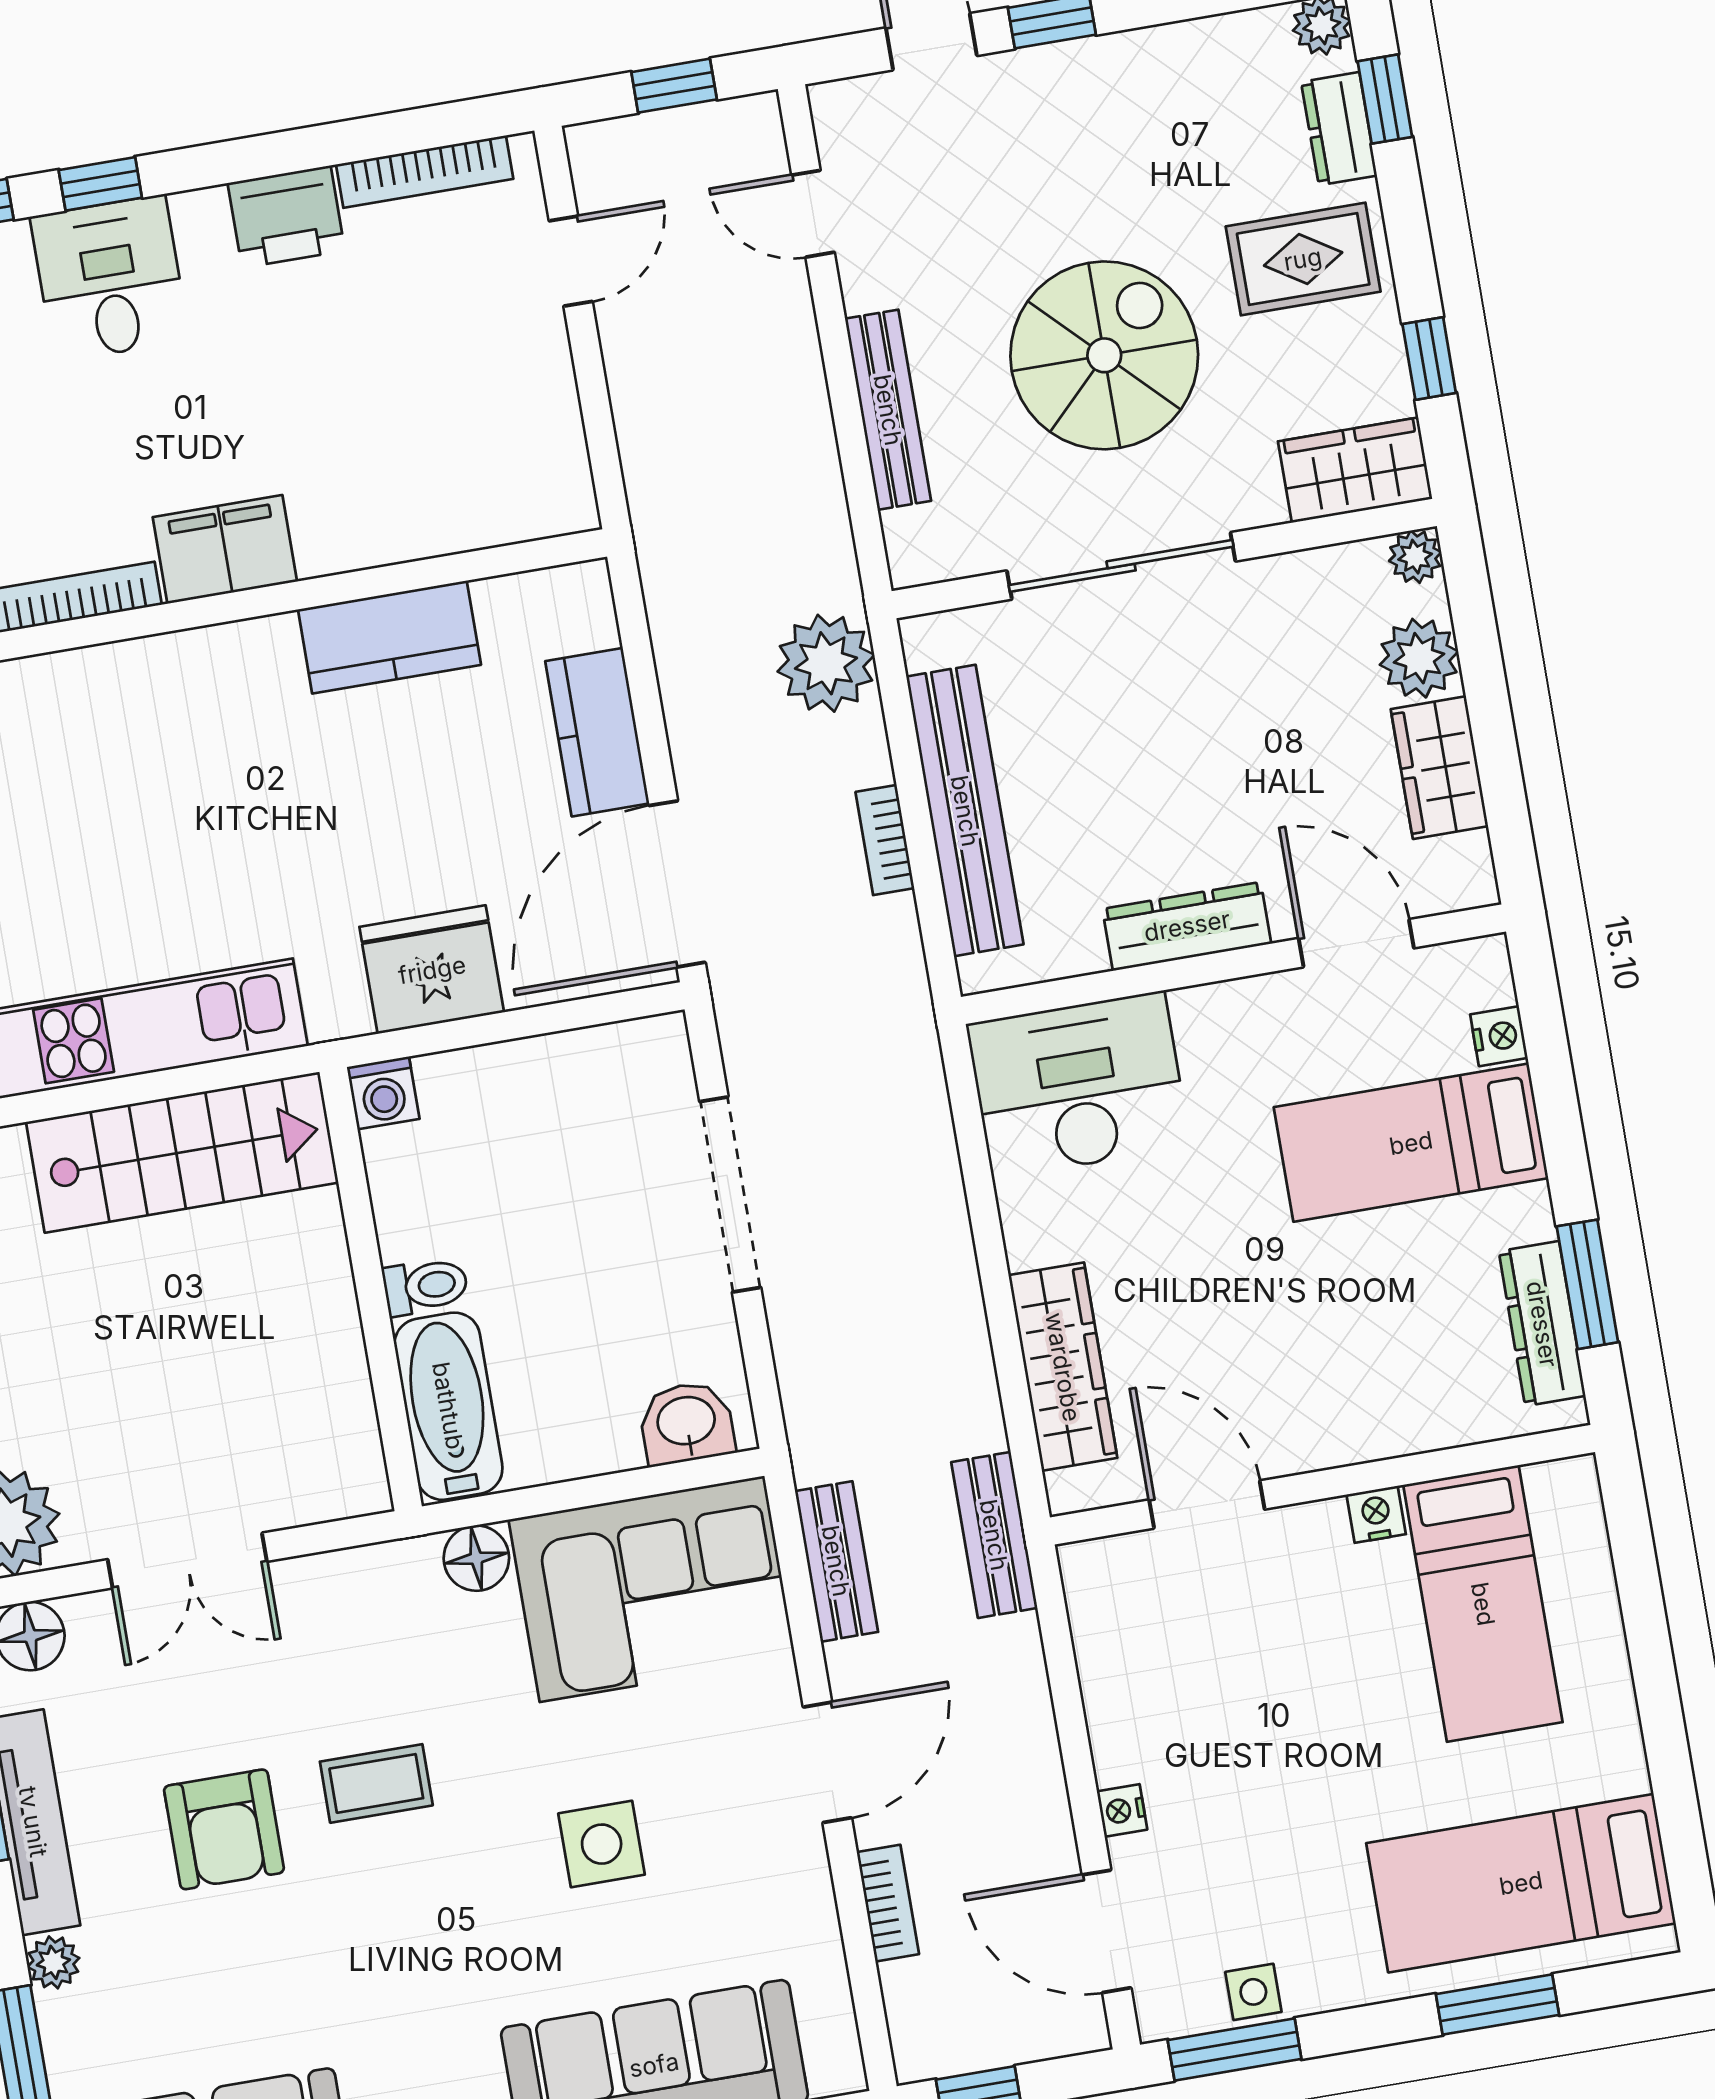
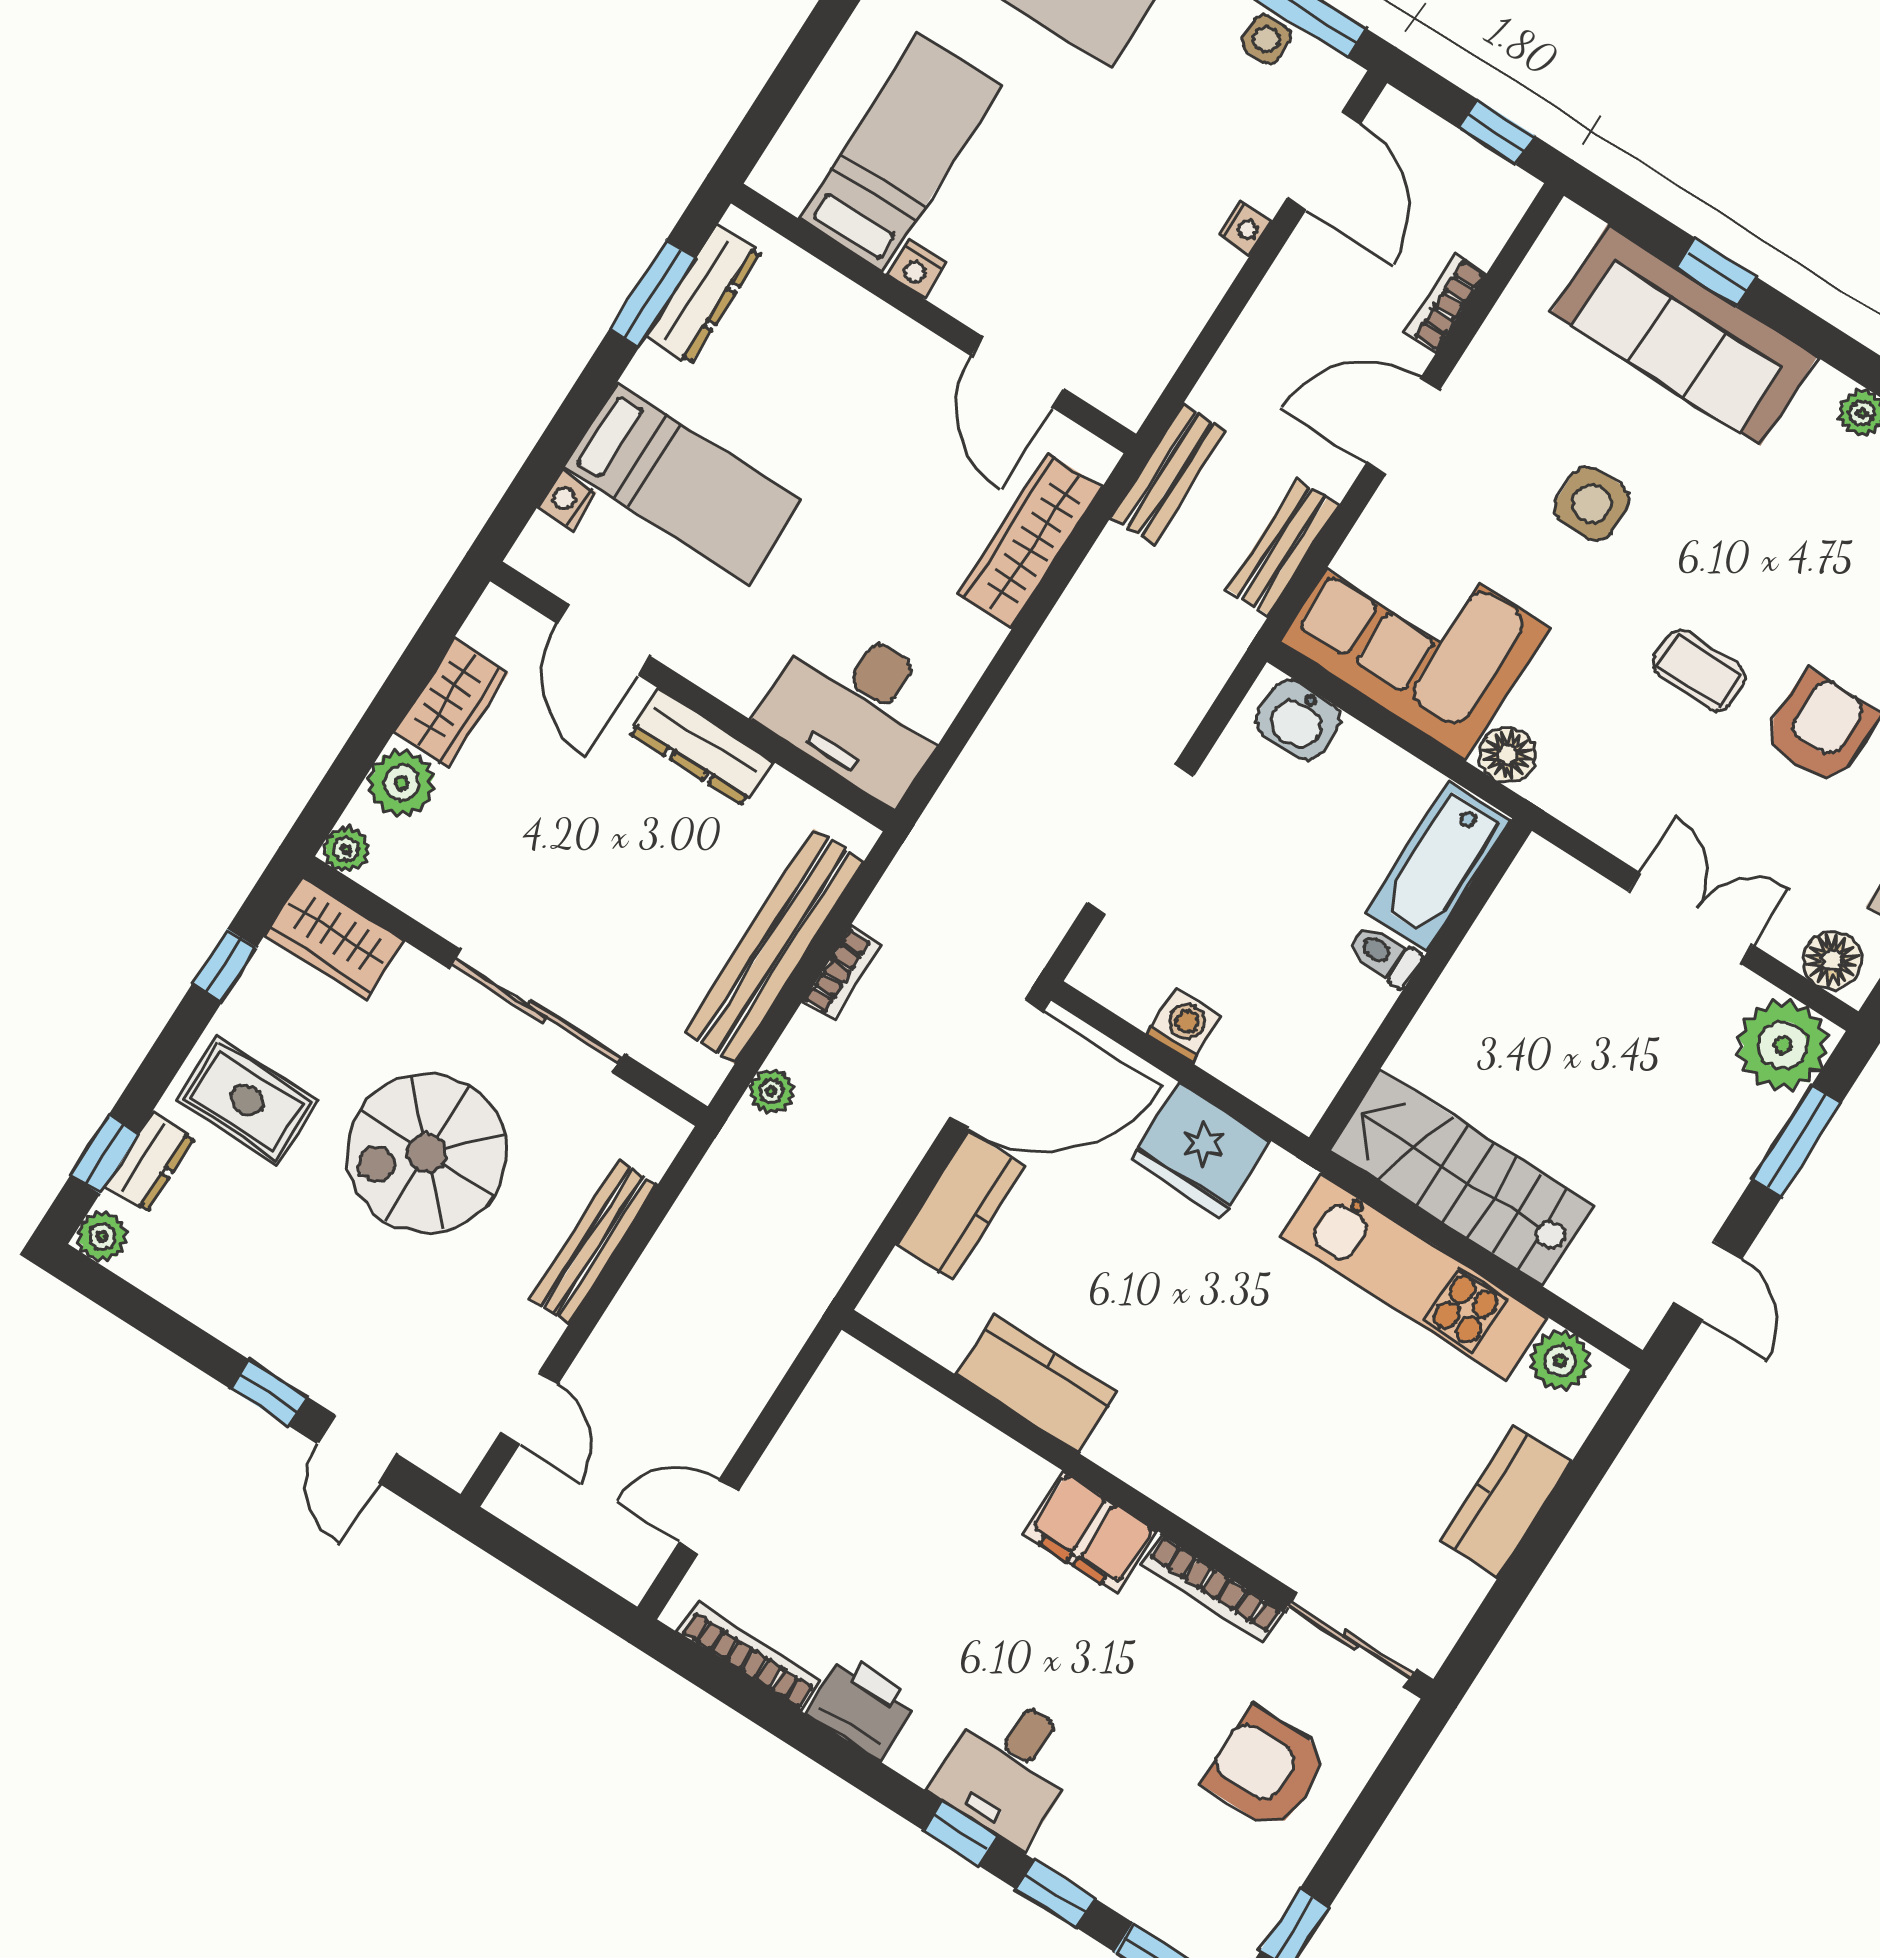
window: (674, 86) -> (544, 1568), removed
plant: (826, 663) -> (771, 1091), width x0.53, depth x0.53
washing machine: (383, 1093) -> (1184, 1026), moved

